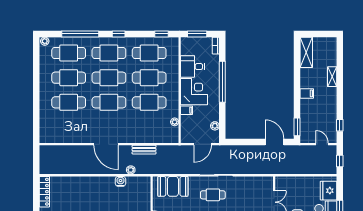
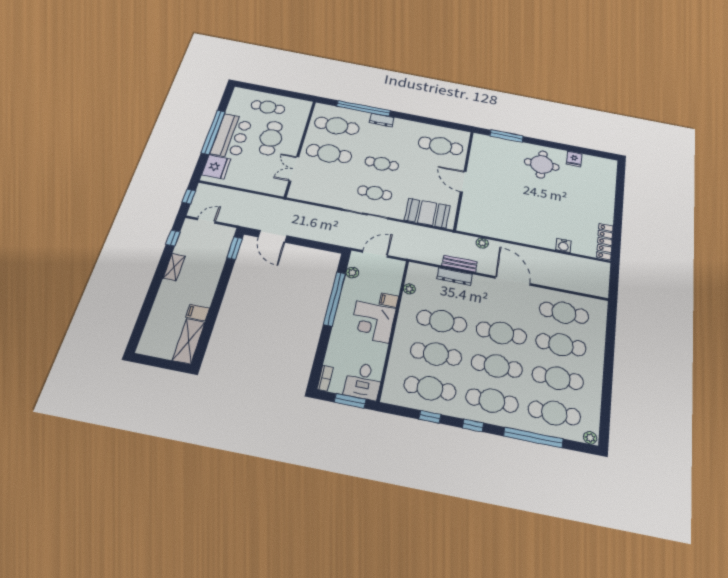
window: (161, 34) -> (430, 417), moved
desk: (192, 67) -> (363, 381), moved, turned 90
shelving: (332, 77) -> (174, 267), moved
window: (222, 82) -> (335, 299), moved
filing cabinet: (307, 93) -> (198, 313), moved
cafe table: (69, 127) -> (564, 313), added
dresser: (146, 138) -> (454, 277), added
door: (322, 144) -> (206, 221), swing flipped
water cooler: (120, 181) -> (564, 245), moved

